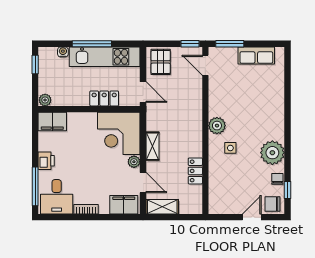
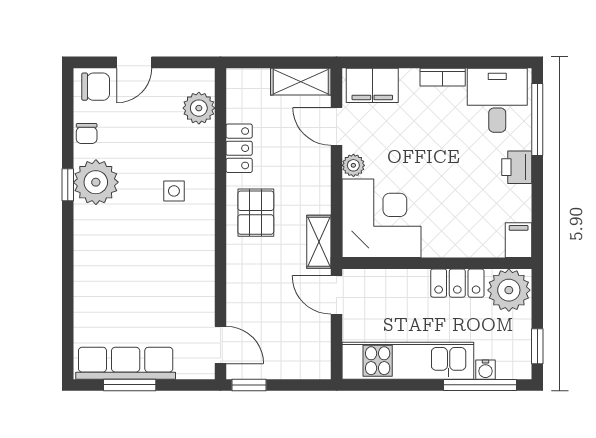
window: (92, 44) -> (480, 385), moved
window: (230, 44) -> (130, 385), moved
row of seats: (256, 55) -> (126, 363), width x1.48
pallet: (161, 62) -> (256, 213), moved
locker: (104, 98) -> (457, 283), moved
plant: (45, 100) -> (509, 290), width x1.88, depth x1.88
filing cabinet: (52, 122) -> (519, 240), width x0.50
plant: (217, 126) -> (199, 108), moved
shelving: (152, 146) -> (319, 242), moved
window: (287, 190) -> (68, 185), moved

